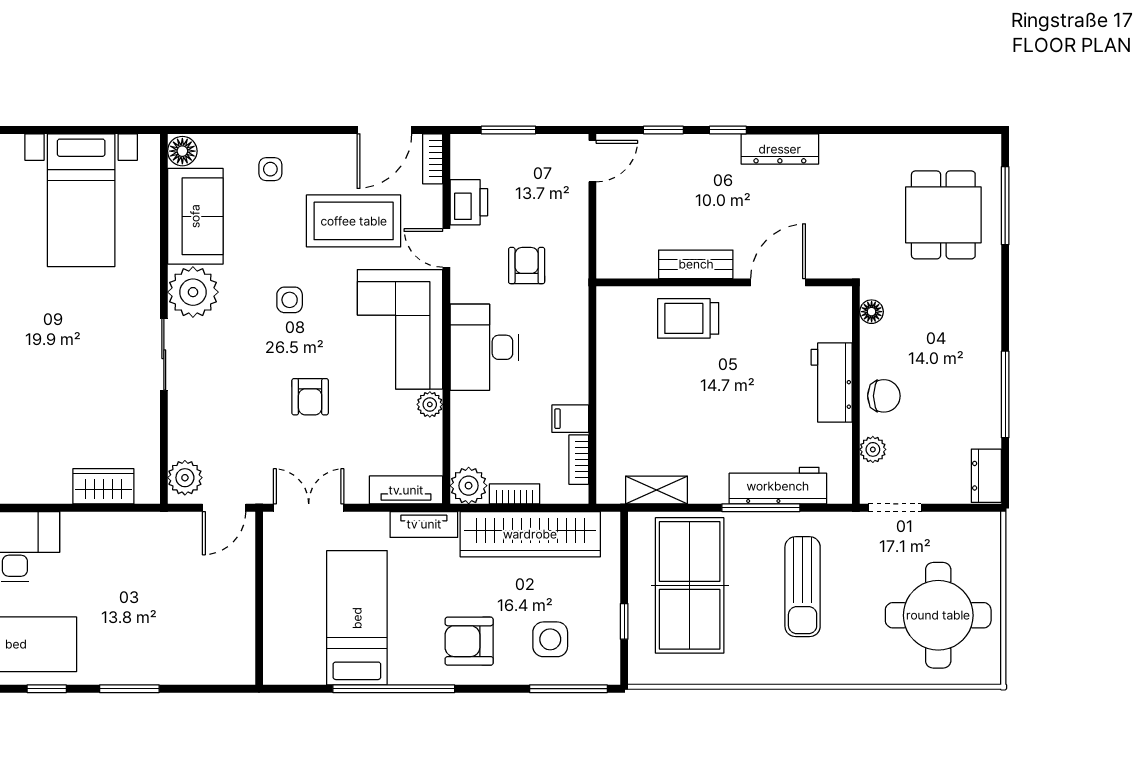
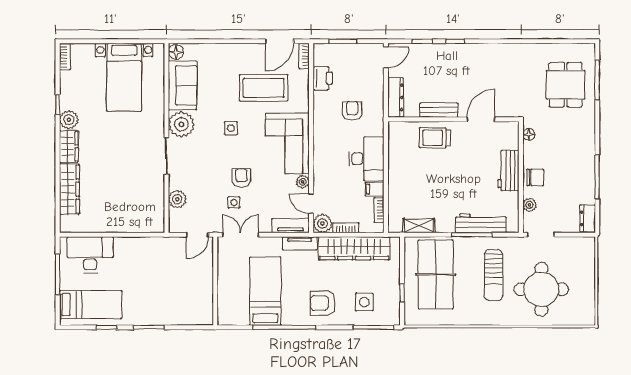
dresser: (780, 149) -> (396, 97), moved, turned -90
side table: (270, 169) -> (234, 202), moved
door: (446, 248) -> (311, 204), moved
desk: (484, 347) -> (367, 159), moved, turned 180
armchair: (310, 397) -> (241, 178), turned 180
plant: (185, 478) -> (177, 199), moved
wardrobe: (103, 486) -> (136, 224), removed
round table: (938, 615) -> (541, 289), moved

